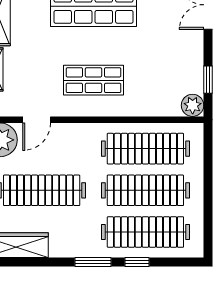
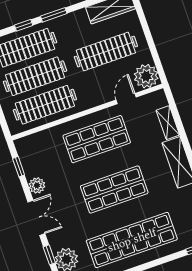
shop shelf: (94, 80) -> (97, 139), width x1.43, depth x1.36
plant: (193, 105) -> (37, 185), moved

